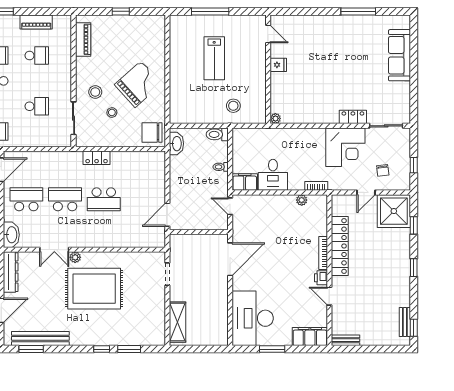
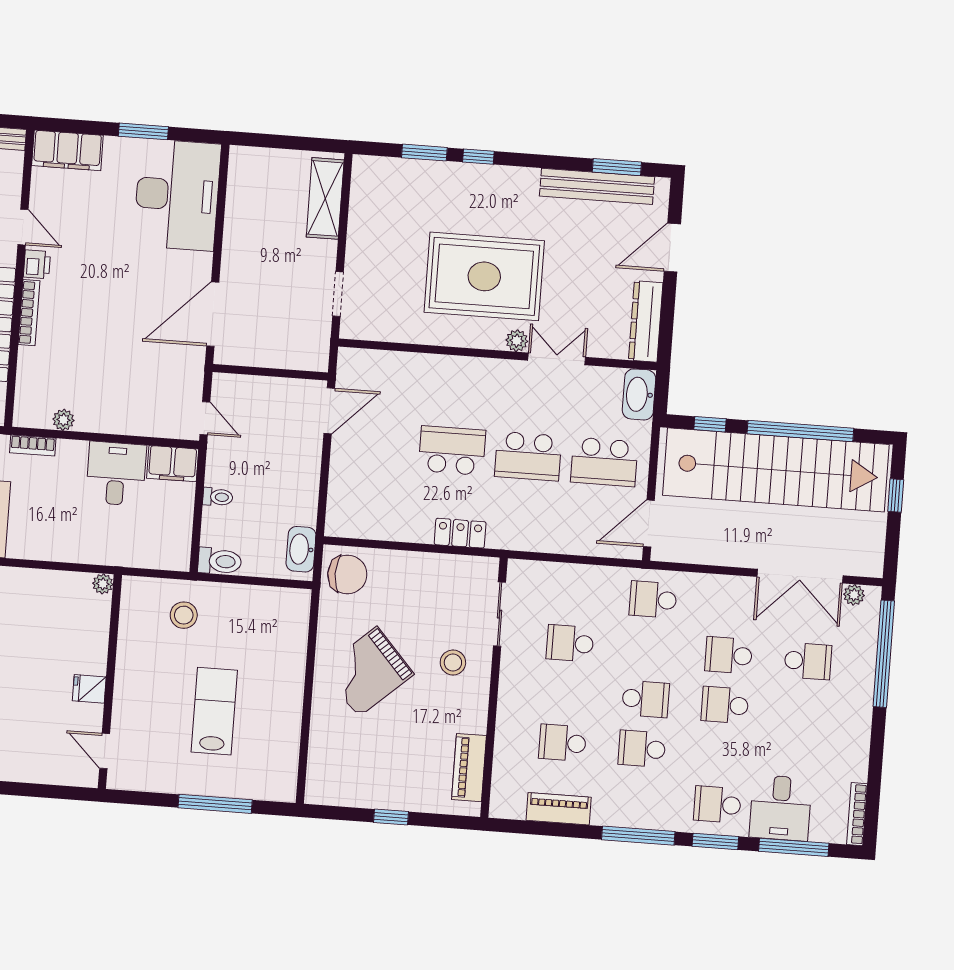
stool: (112, 112) -> (423, 620), removed

